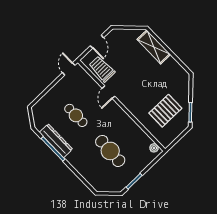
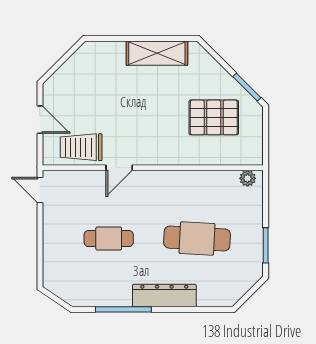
shelving: (154, 47) -> (157, 53), moved
door: (108, 92) -> (119, 168), hinge flipped
pallet: (165, 111) -> (214, 117), turned 90
dresser: (56, 141) -> (164, 296), moved

